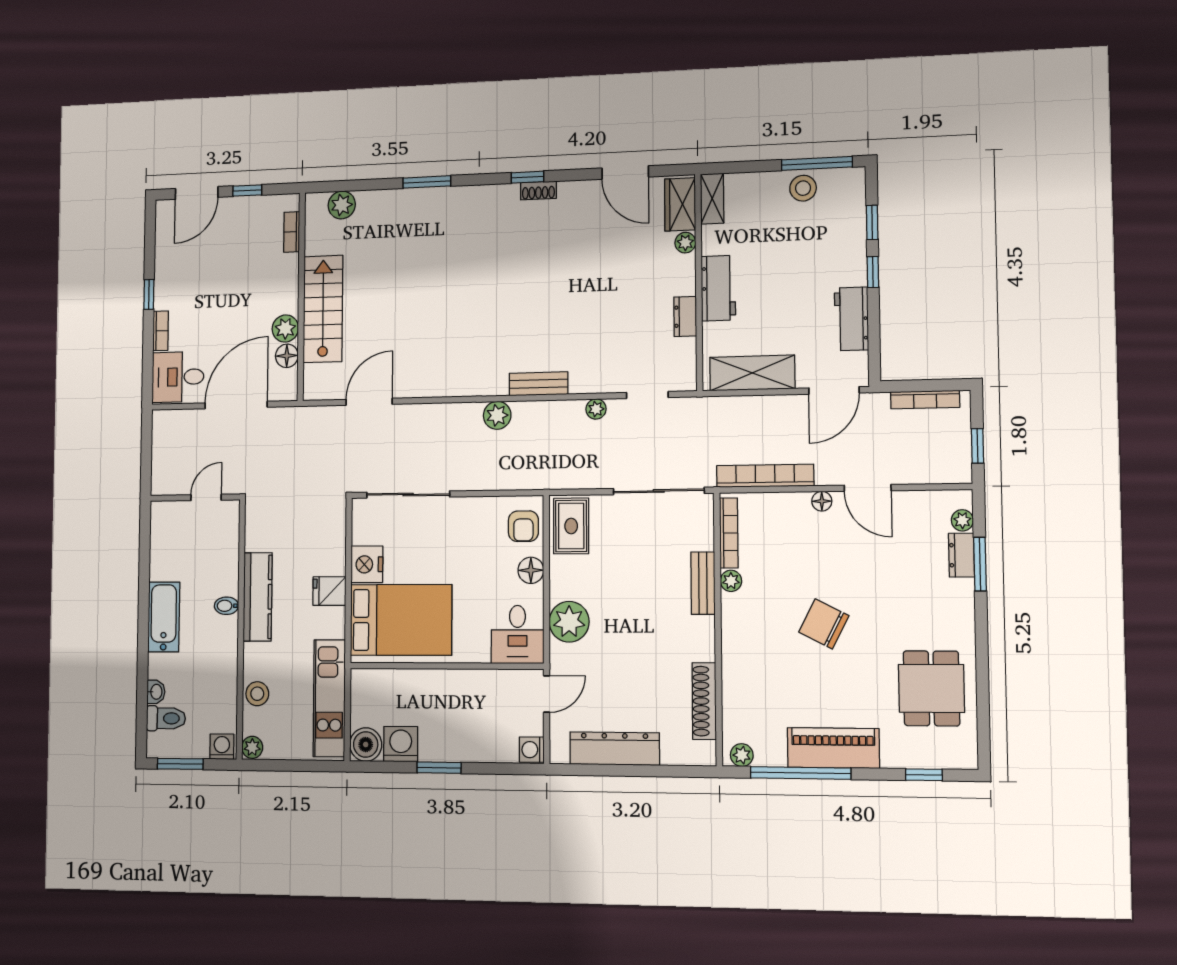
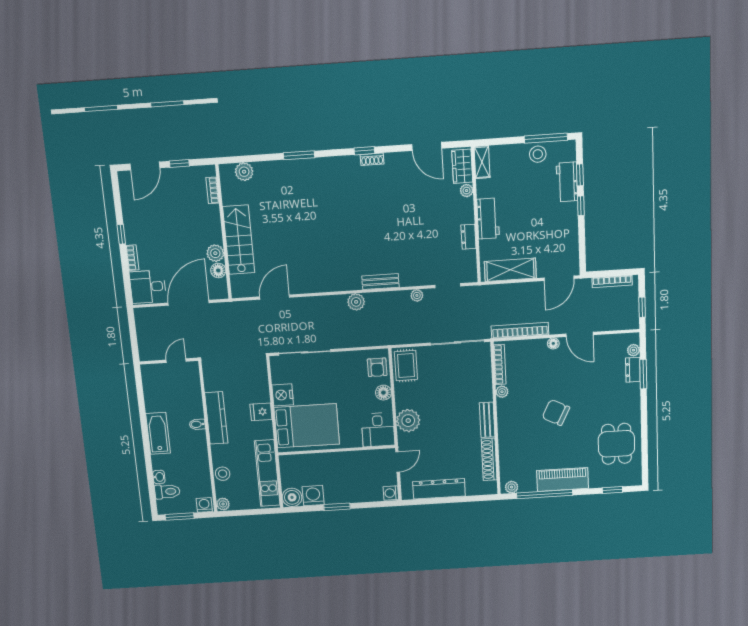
workbench: (851, 319) -> (567, 182), moved
bench: (703, 583) -> (487, 420), moved

